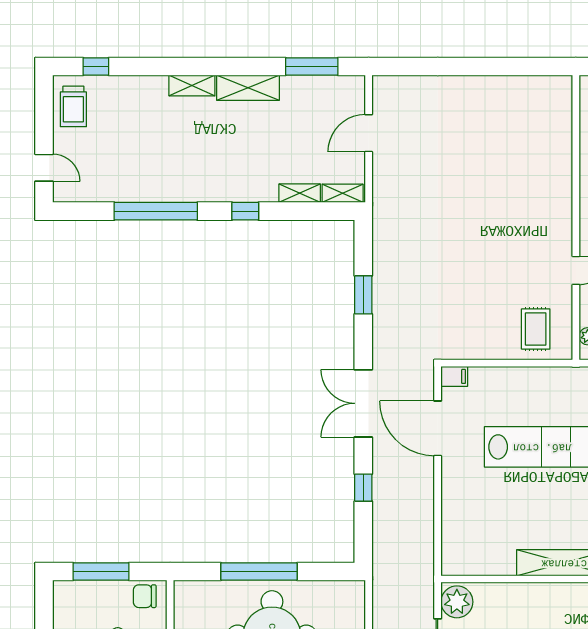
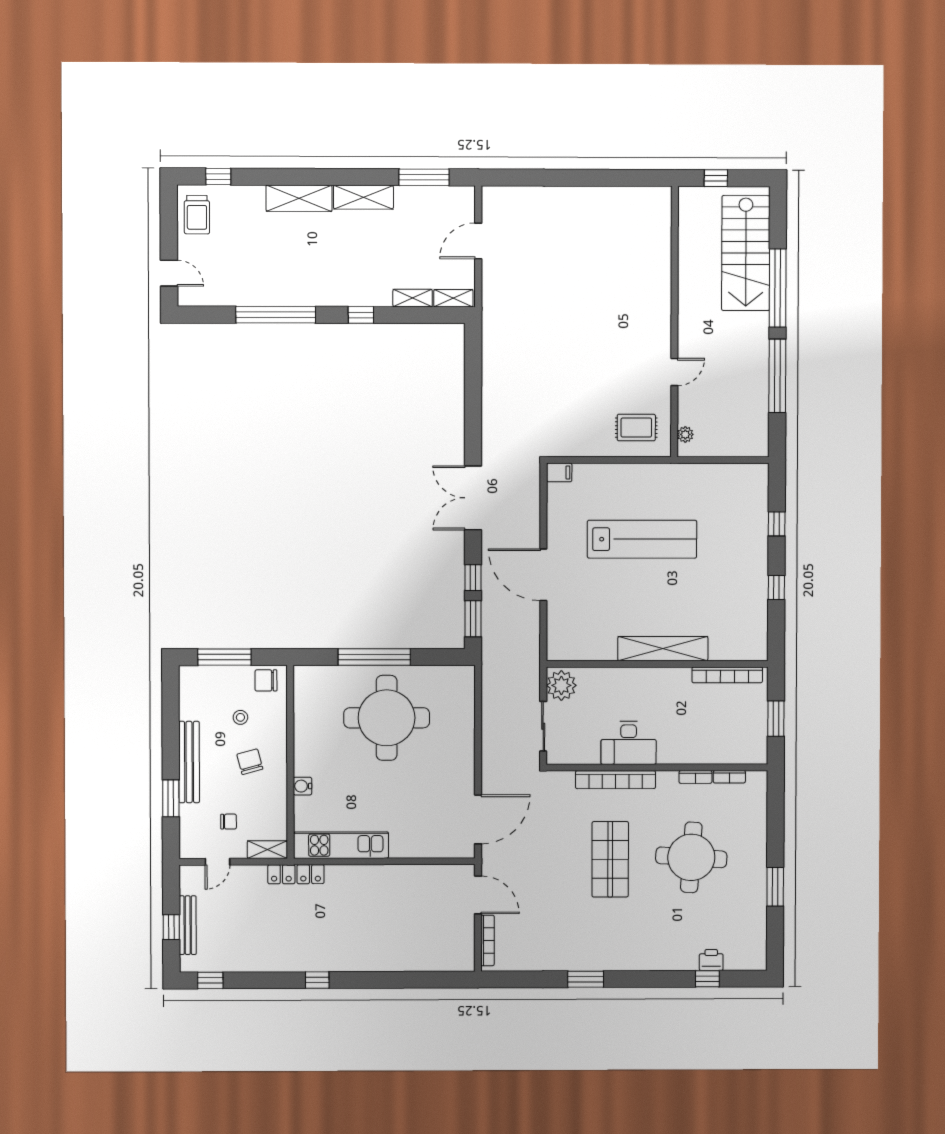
shelving: (192, 86) -> (299, 198), width x1.50, depth x1.33
window: (363, 295) -> (473, 619), moved
rug: (536, 329) -> (636, 428), turned 90
door: (438, 428) -> (543, 575), moved

